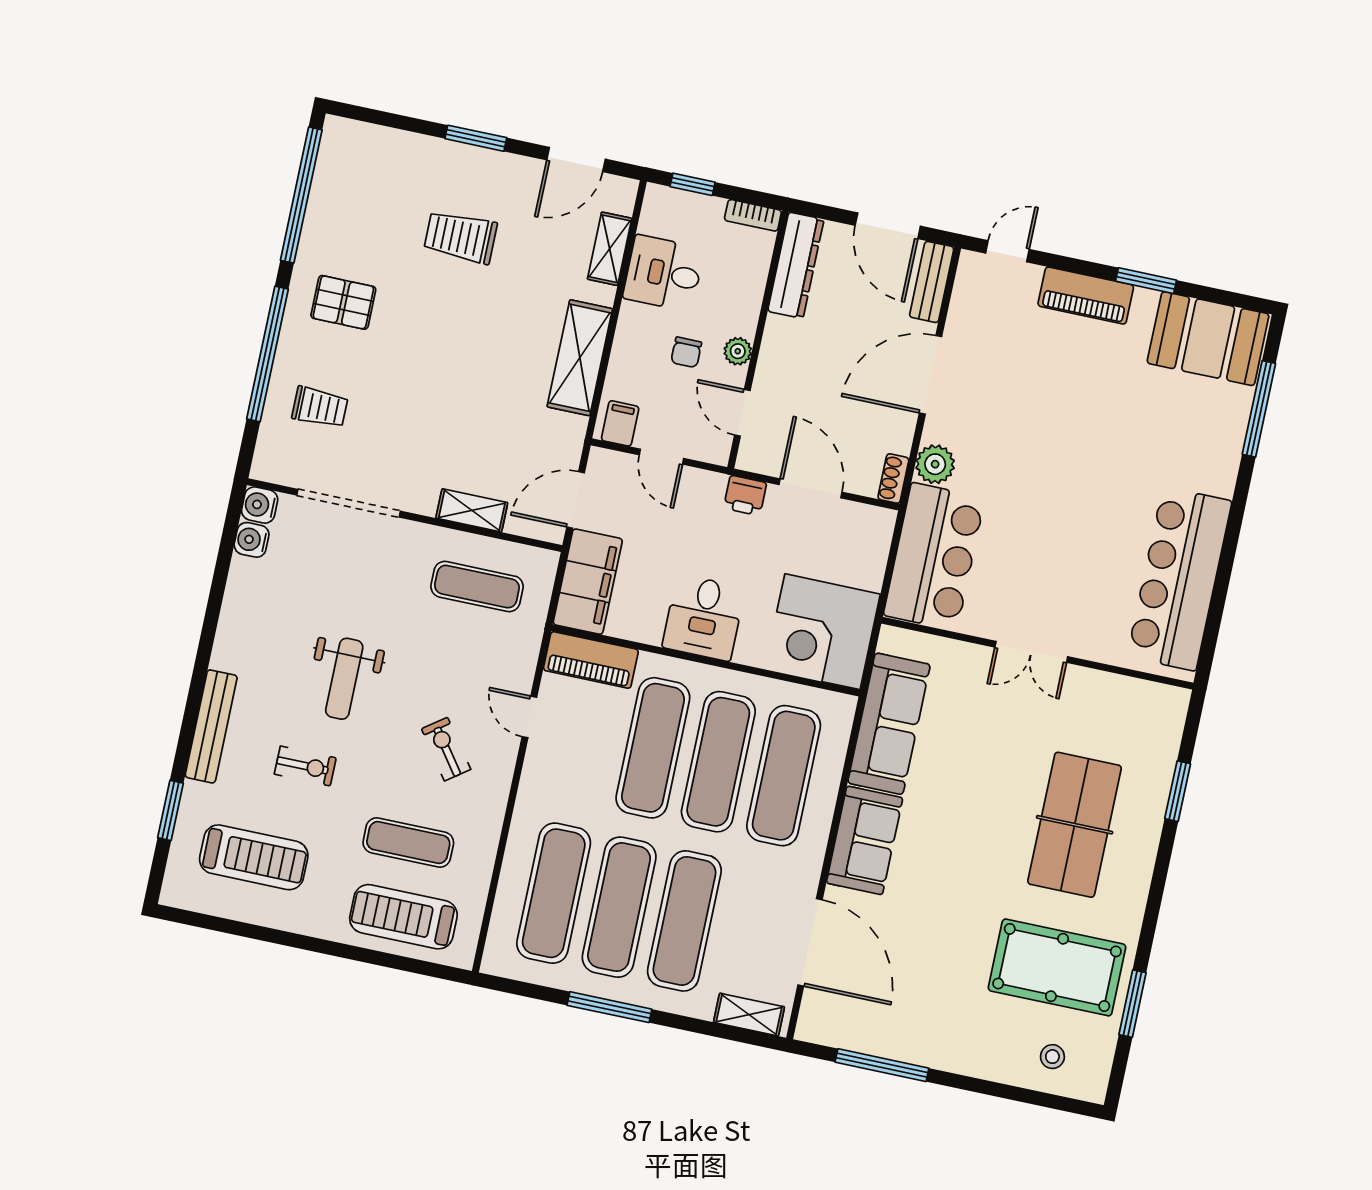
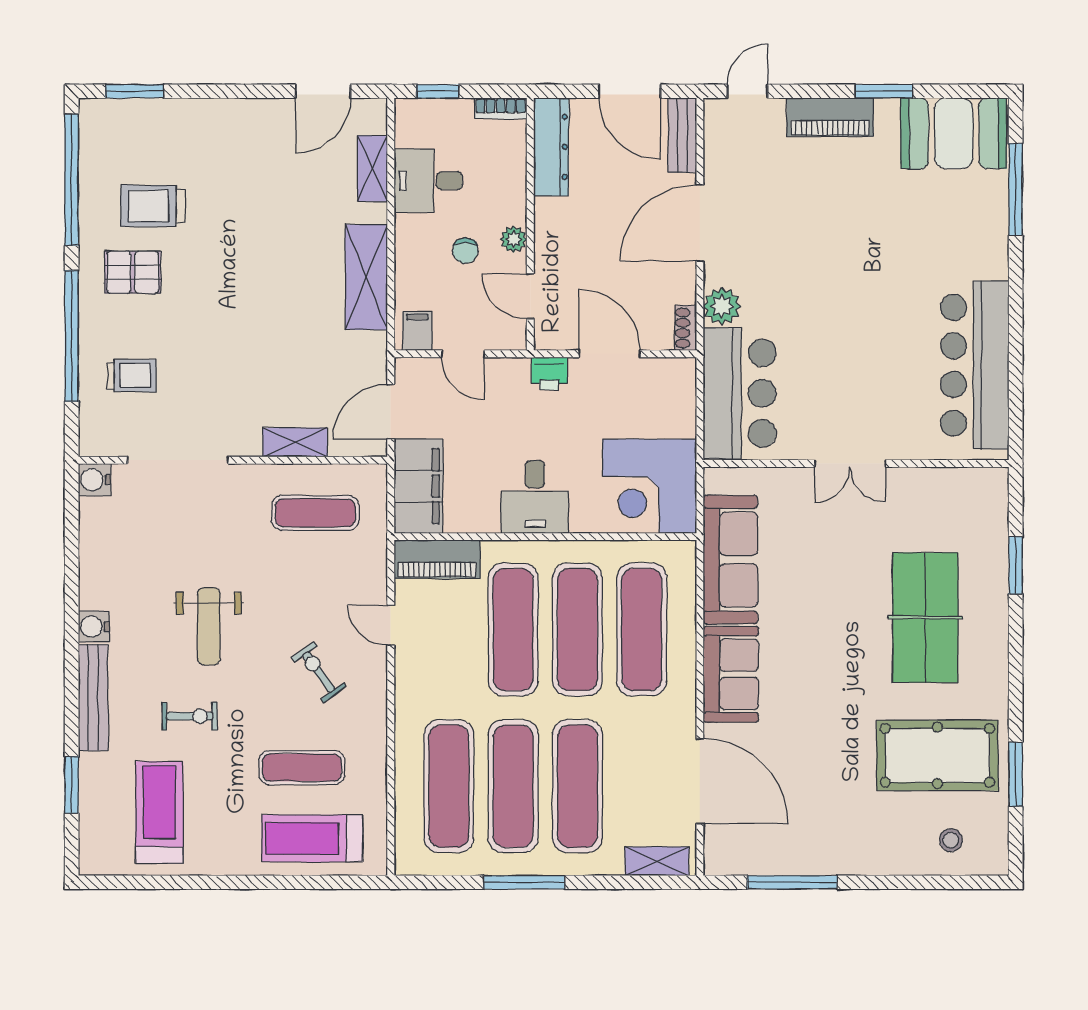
window: (476, 138) -> (135, 91), moved
trolley: (461, 237) -> (153, 206), moved
water cooler: (252, 540) -> (94, 627), moved
treadmill: (254, 857) -> (159, 812), turned -90

